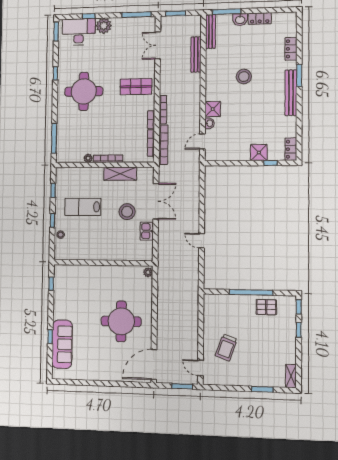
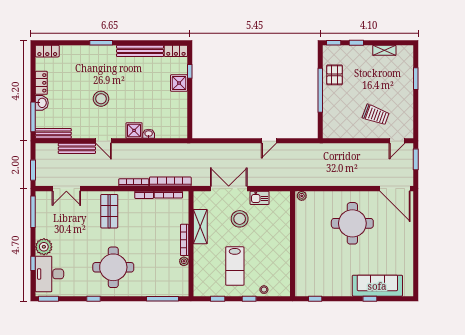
locker: (291, 49) -> (47, 51), moved
bench: (291, 93) -> (140, 51), moved
door: (202, 141) -> (104, 141), moved
shelving: (291, 376) -> (384, 50), moved

